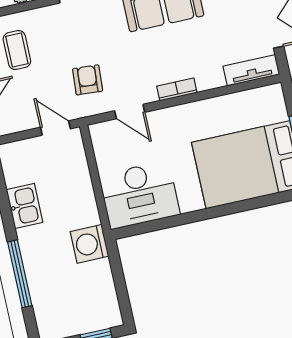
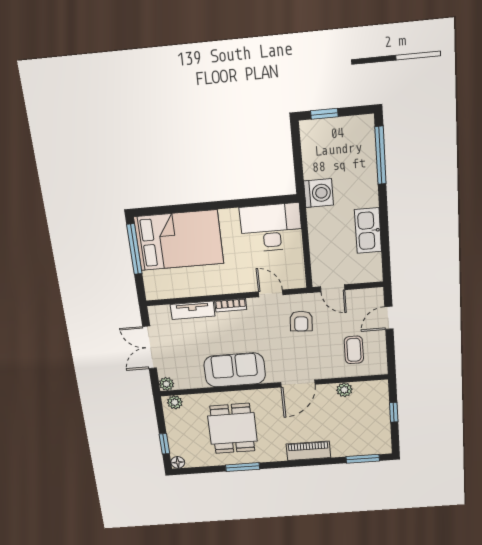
tv unit: (251, 70) -> (193, 310), moved
kitchen sink: (25, 206) -> (368, 231), width x1.38
window: (20, 274) -> (380, 155), moved

